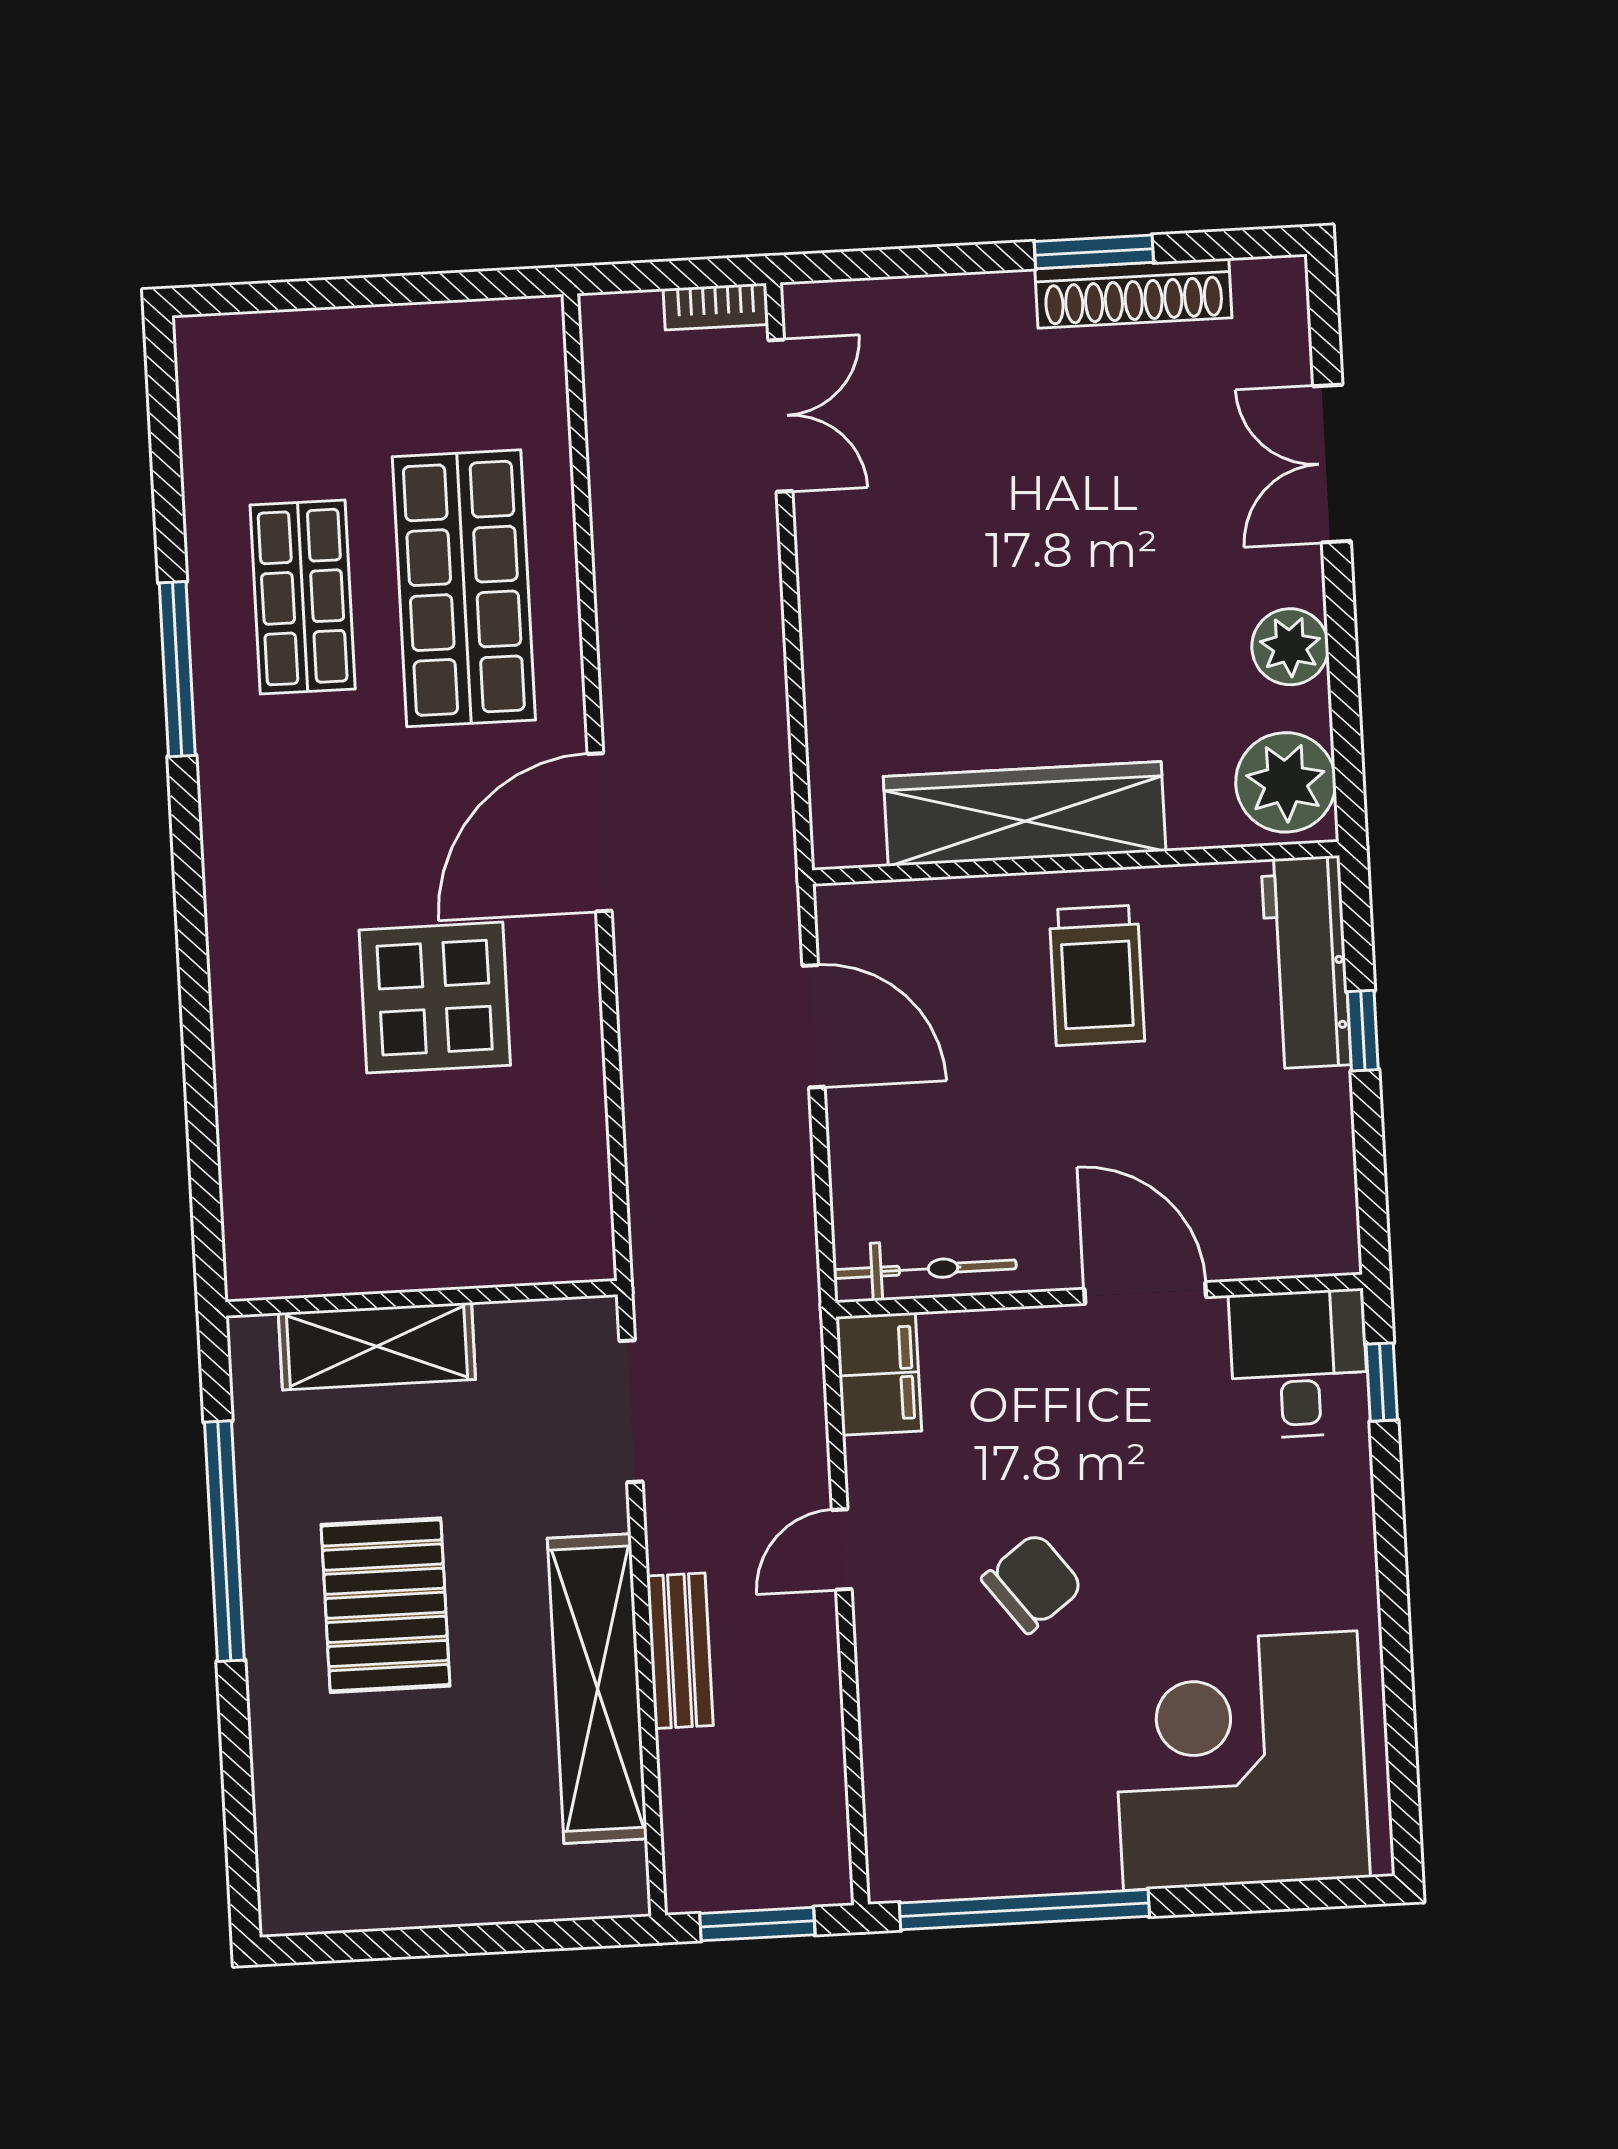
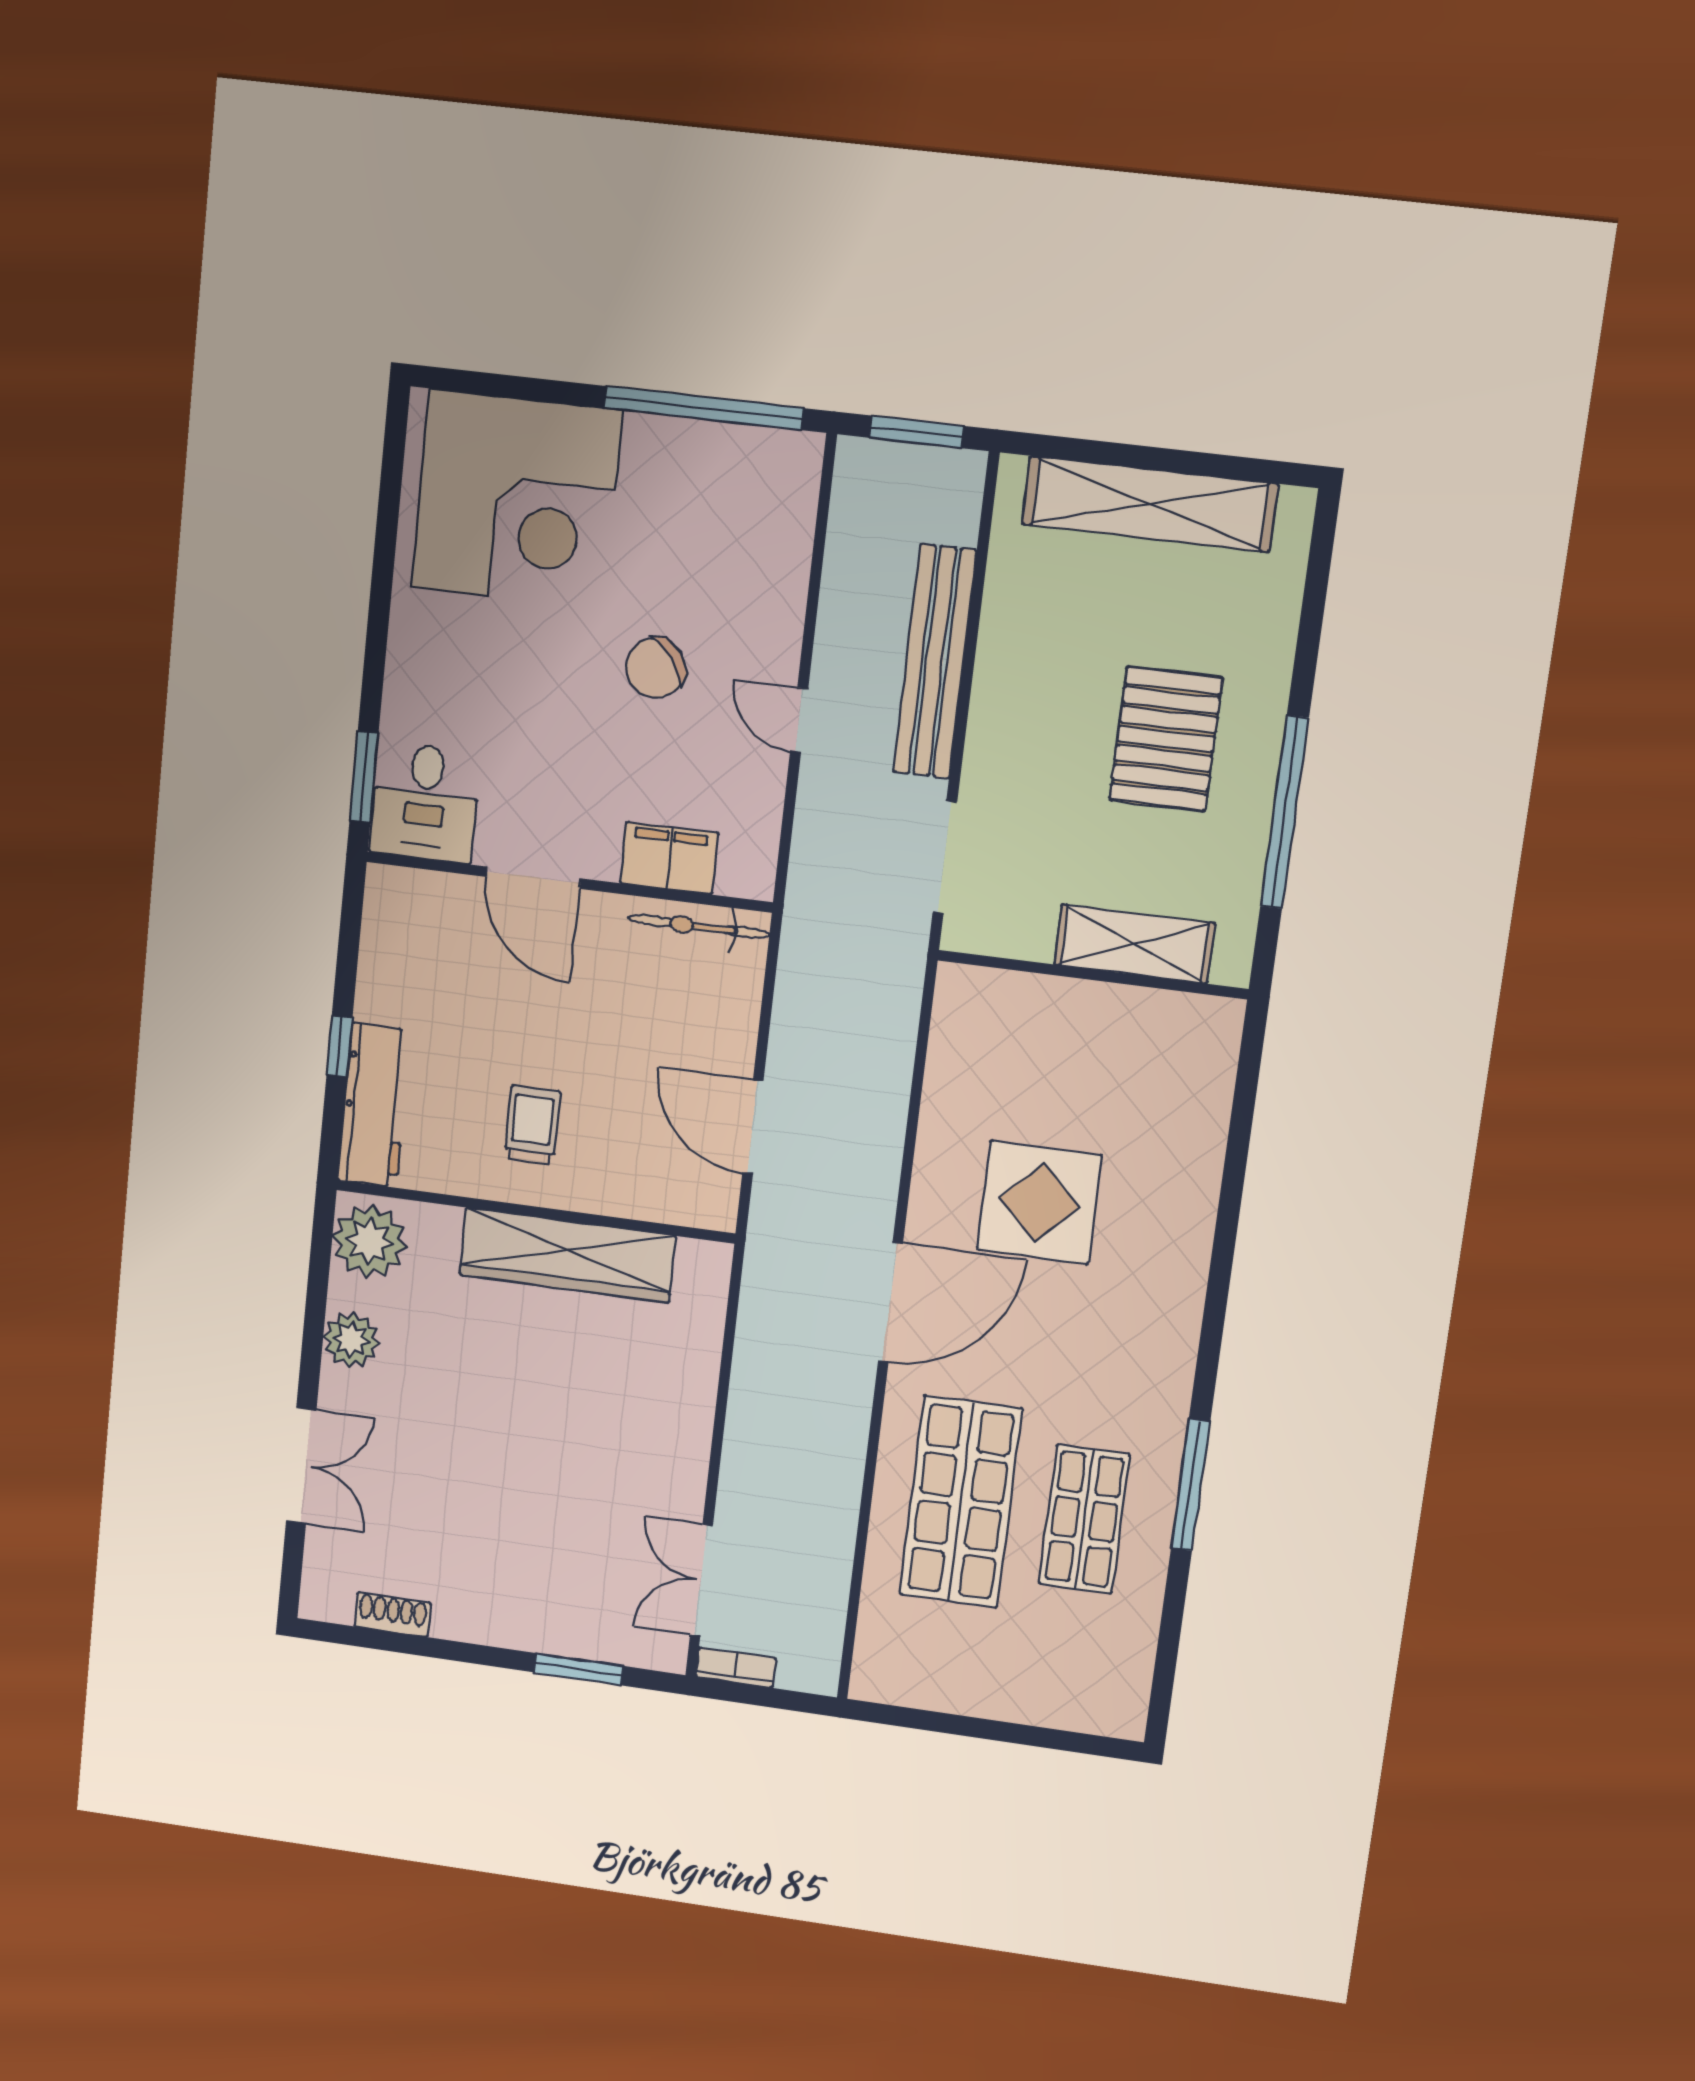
window: (1094, 252) -> (579, 1669), moved
shoe rack: (1133, 293) -> (393, 1615), width x0.51, depth x0.81
trolley: (1097, 975) -> (532, 1125), width x0.73, depth x0.72
filing cabinet: (879, 1374) -> (669, 858), moved, turned 90
window: (1382, 1382) -> (364, 777), width x1.50
door: (842, 1549) -> (799, 720), swing flipped
bench: (680, 1651) -> (935, 662), width x1.86, depth x1.21
shelving: (597, 1689) -> (1150, 504), moved, turned 90

